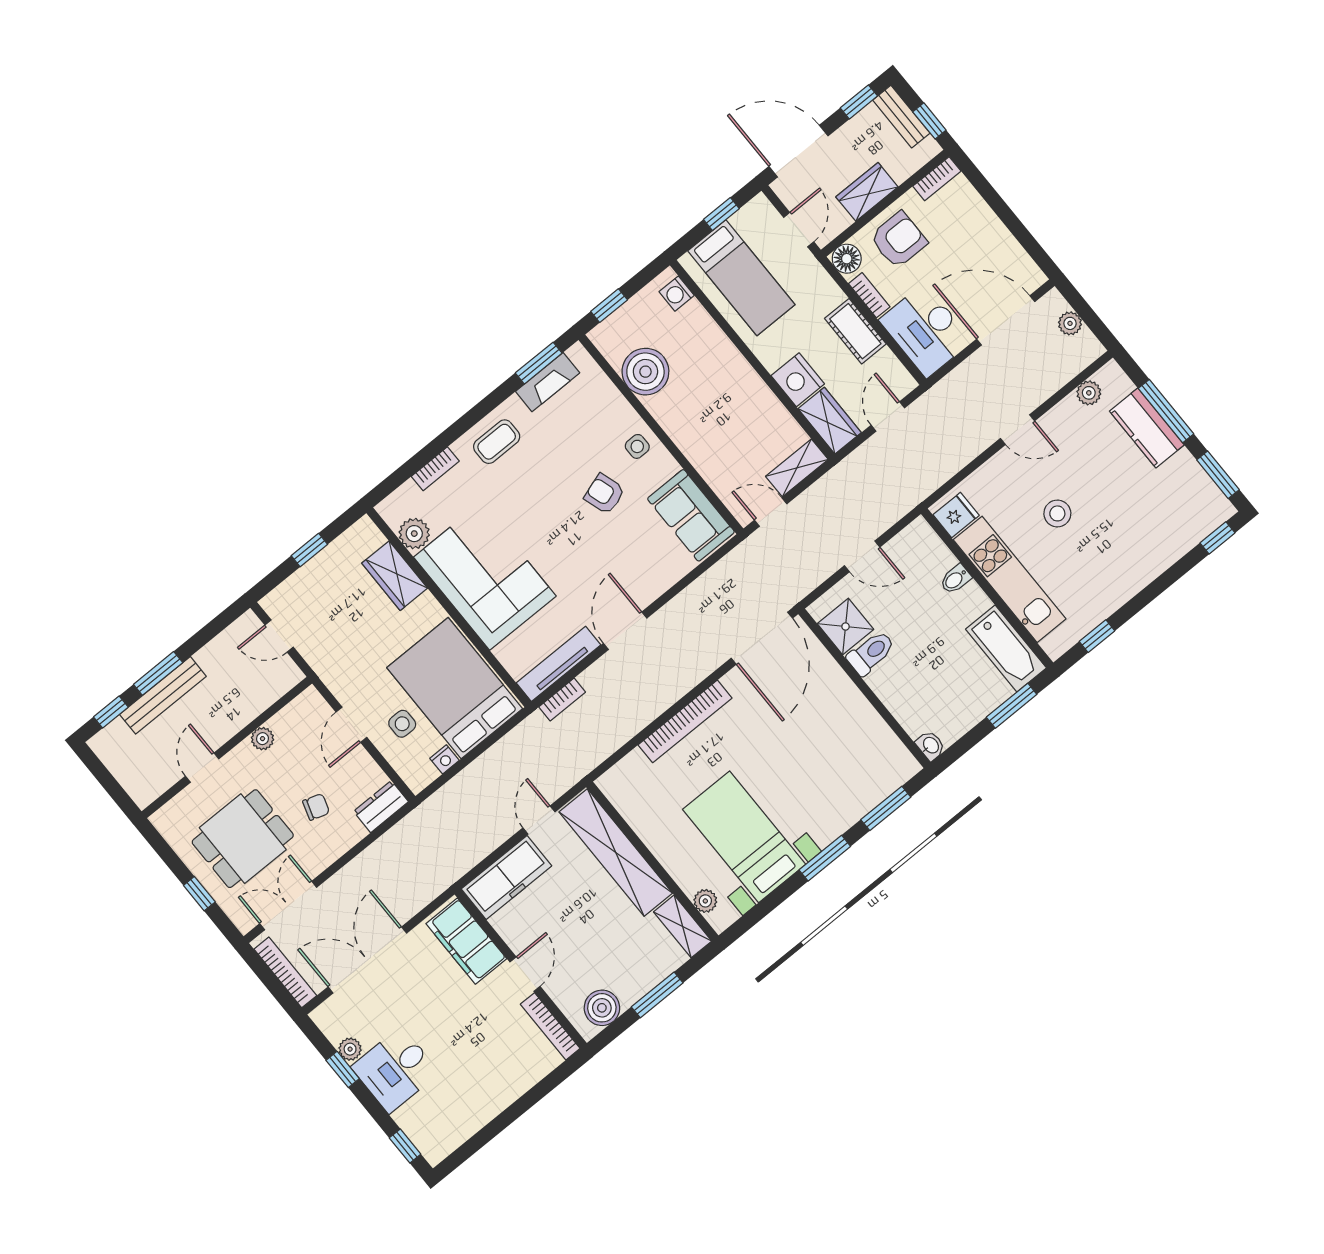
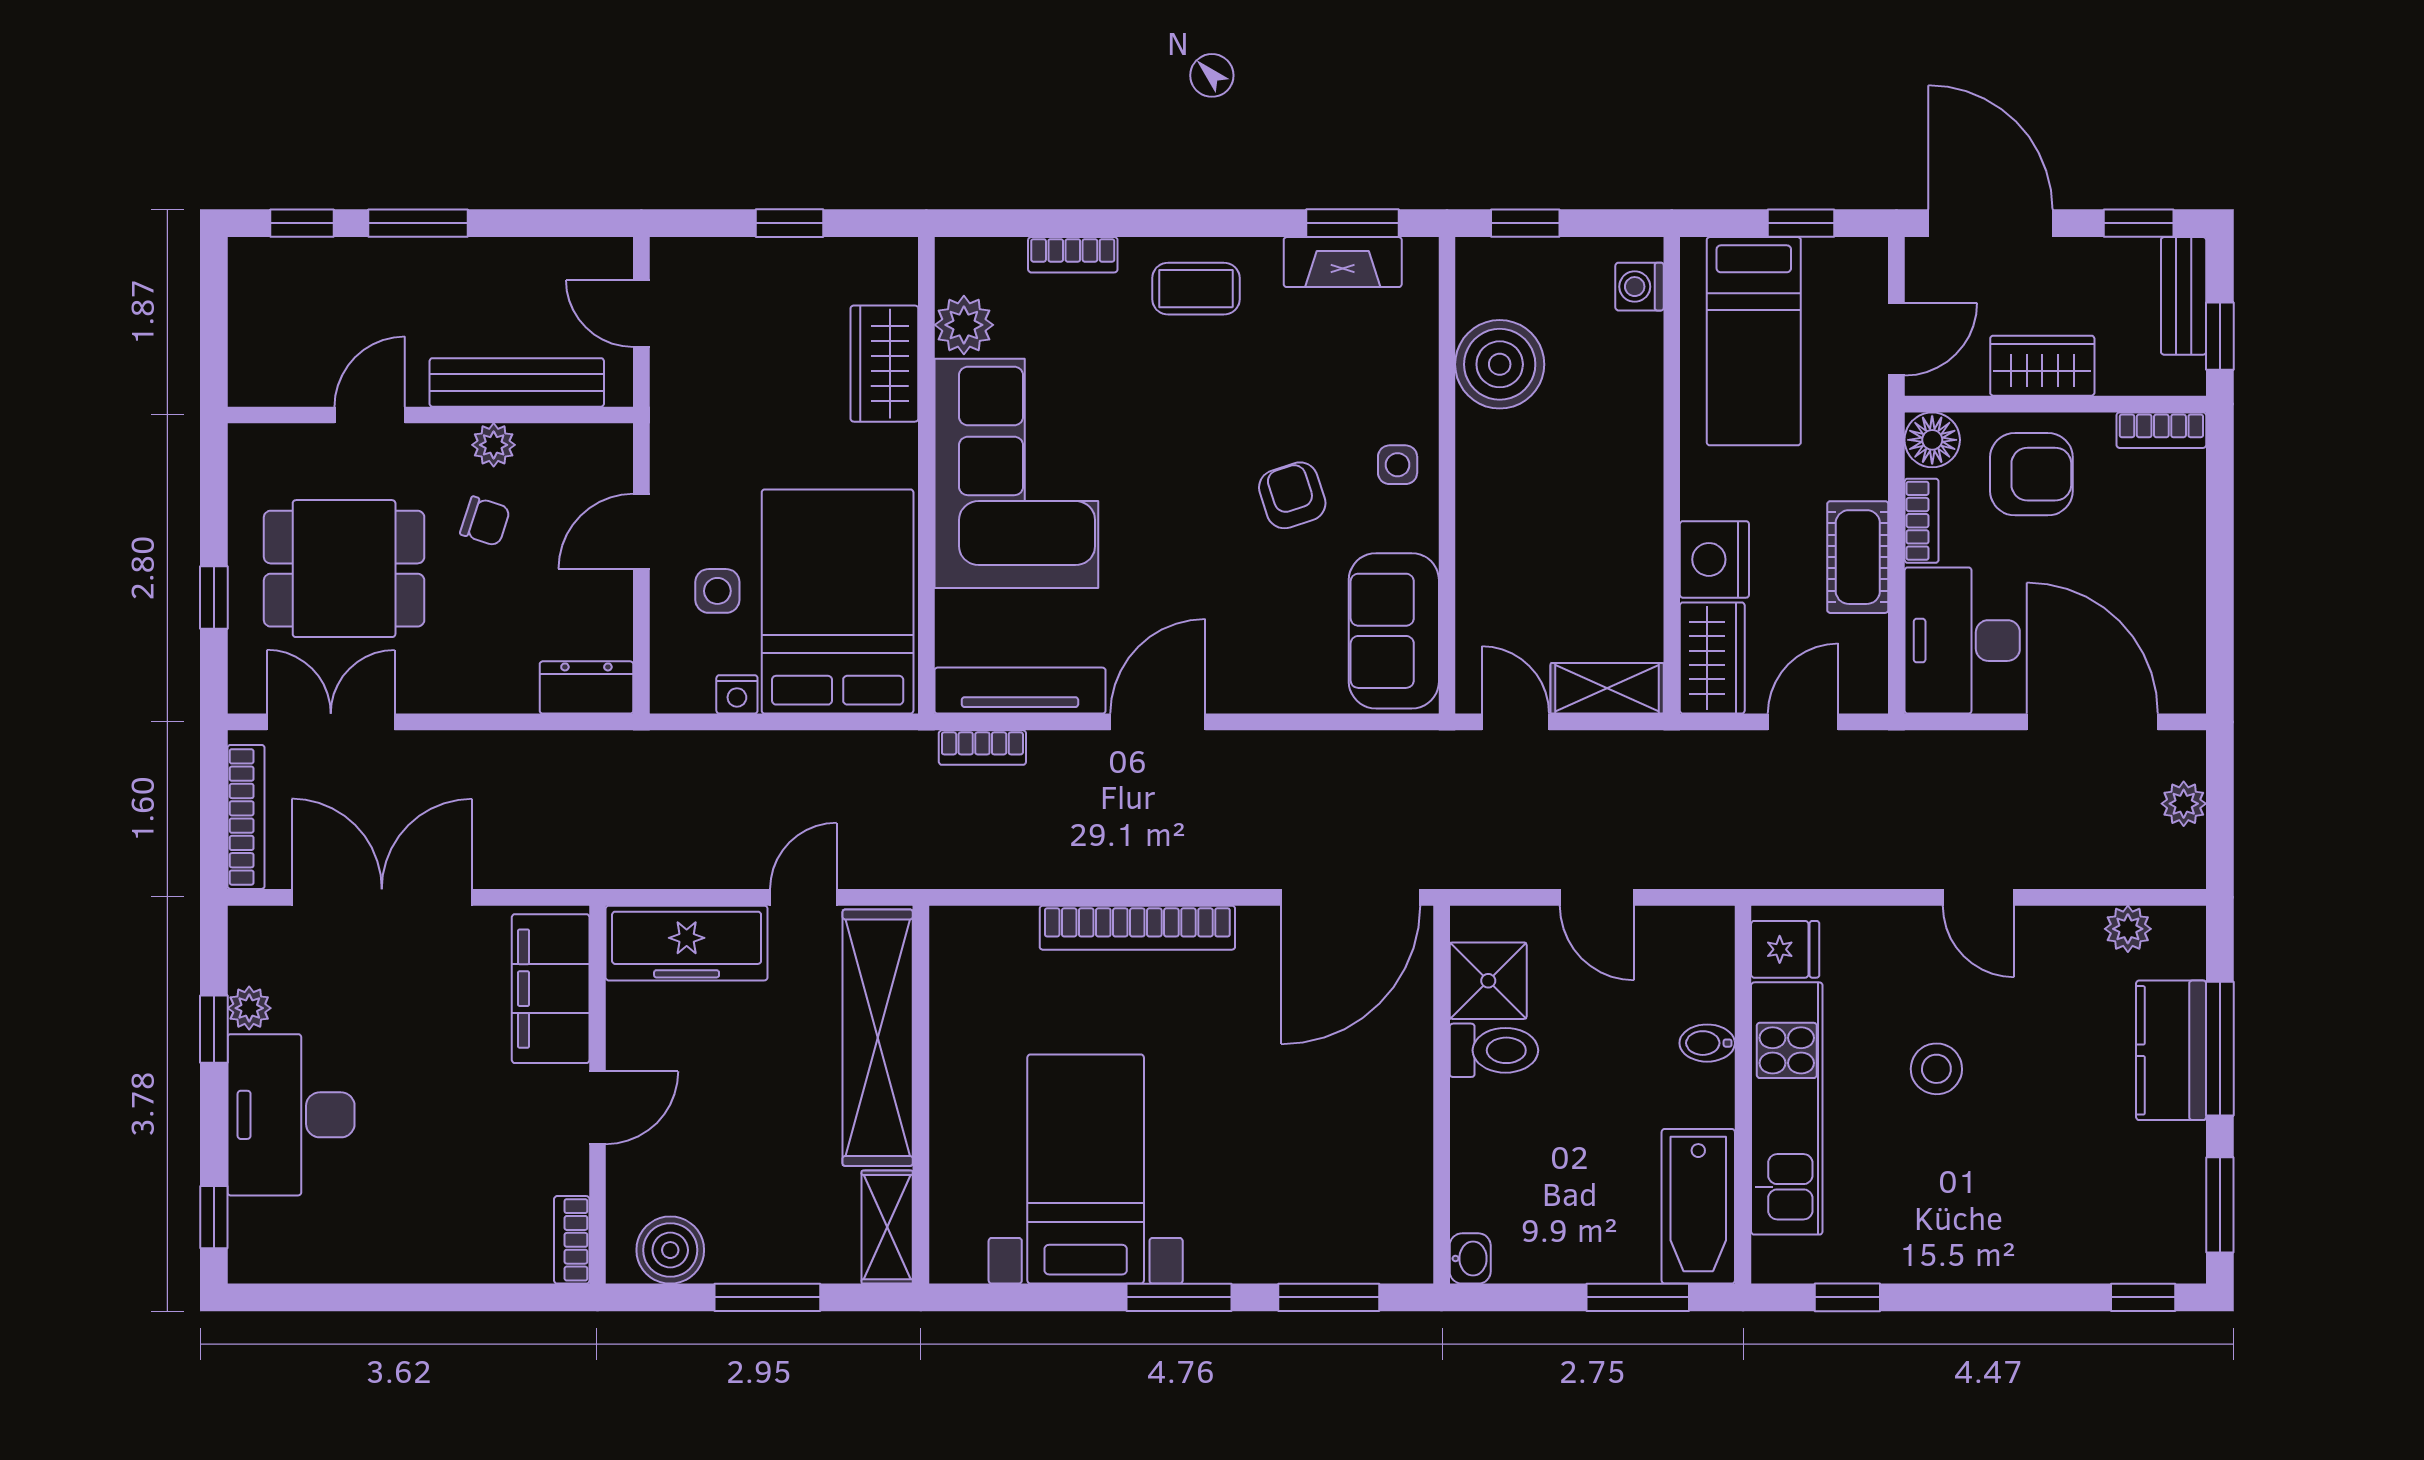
bench: (163, 695) -> (517, 382), moved
chair: (316, 807) -> (485, 521), moved
plant: (705, 901) -> (951, 1217), removed
bookcase: (550, 1026) -> (572, 1240), width x0.64
desk: (395, 1070) -> (291, 1115), width x1.37

